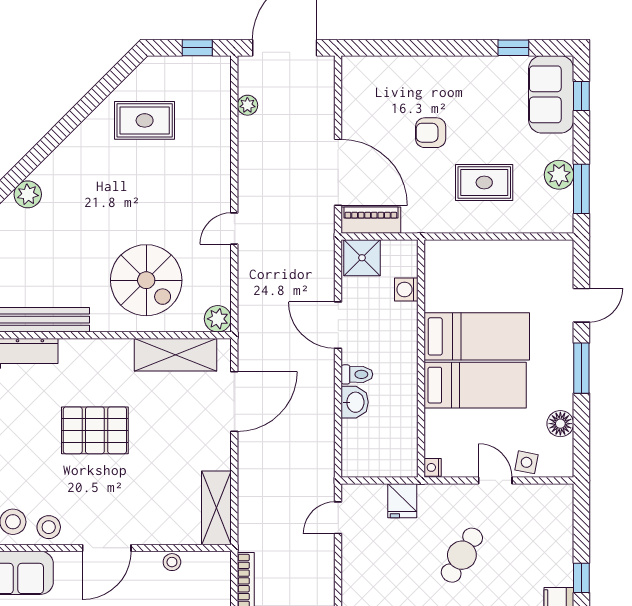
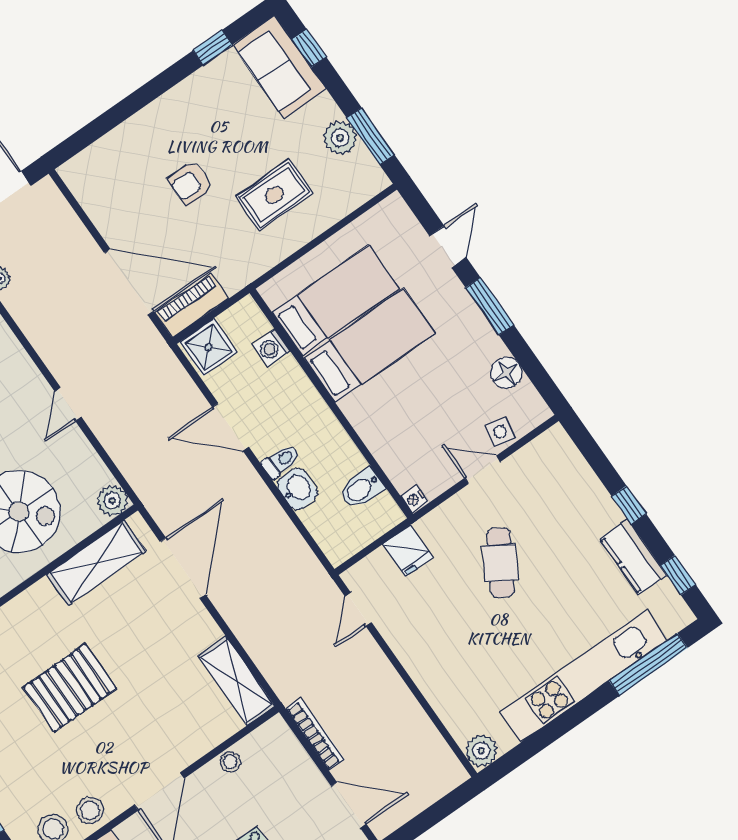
bed: (475, 385) -> (336, 300), moved
bidet: (400, 434) -> (361, 489), added

